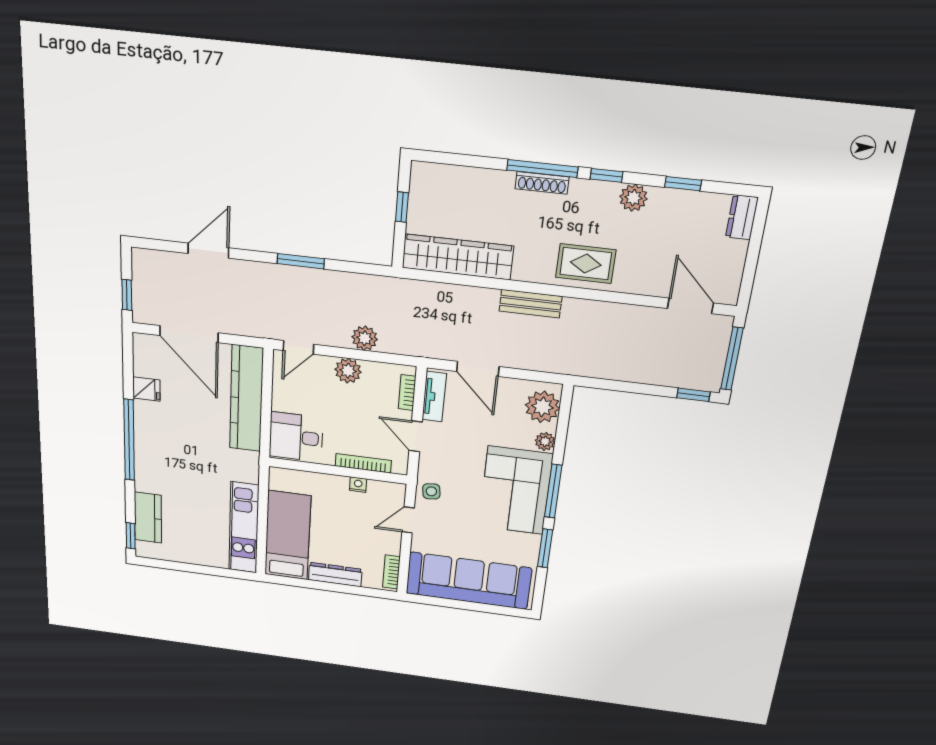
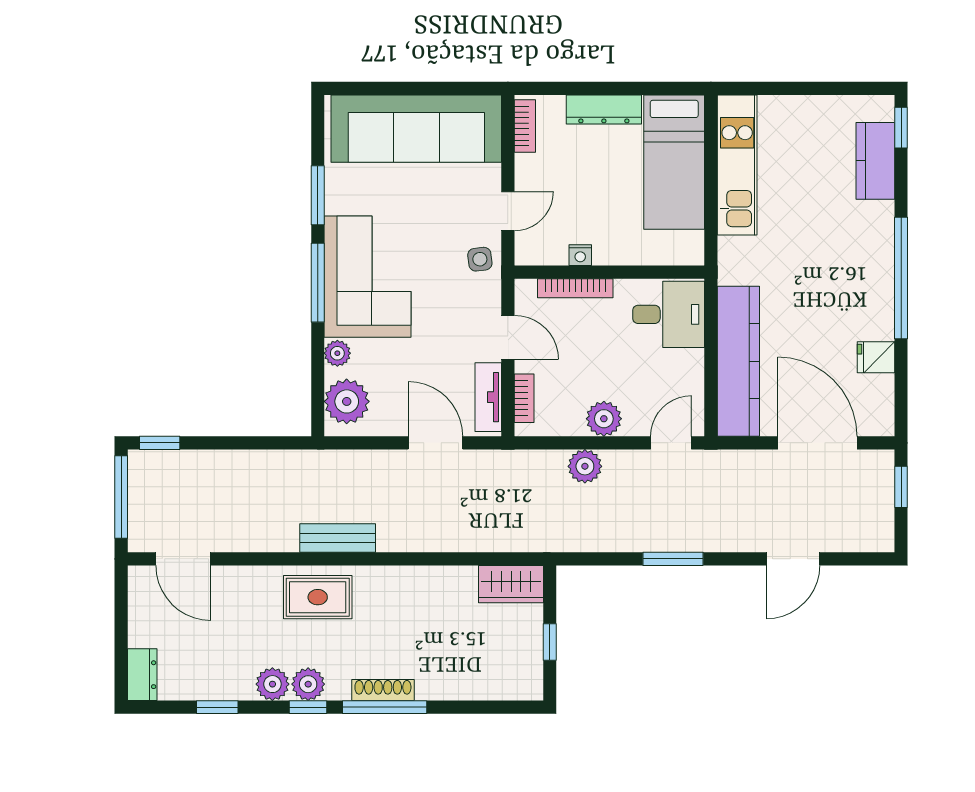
plant: (604, 194) -> (308, 684), added
wardrobe: (458, 257) -> (511, 584), width x0.48, depth x0.85
bench: (530, 304) -> (338, 538), moved

